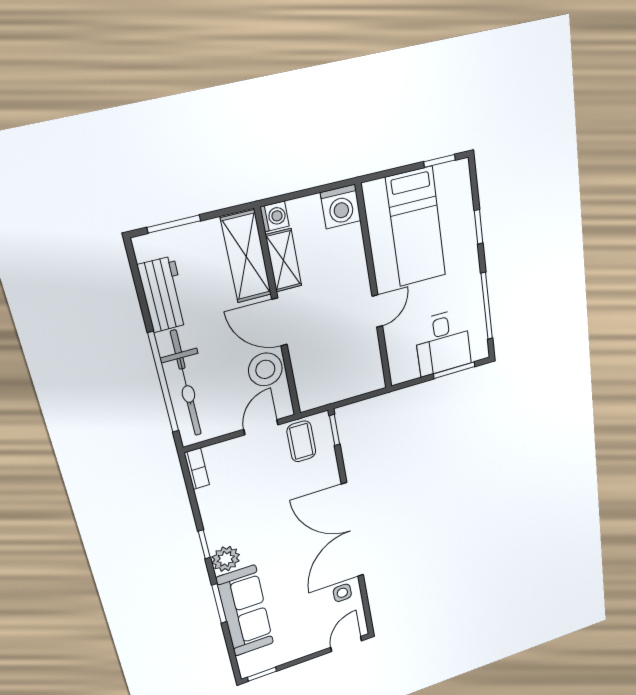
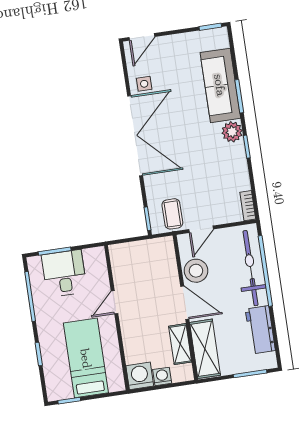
washing machine: (275, 216) -> (162, 376), moved, turned 90

